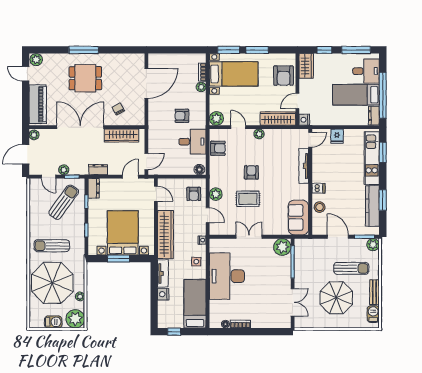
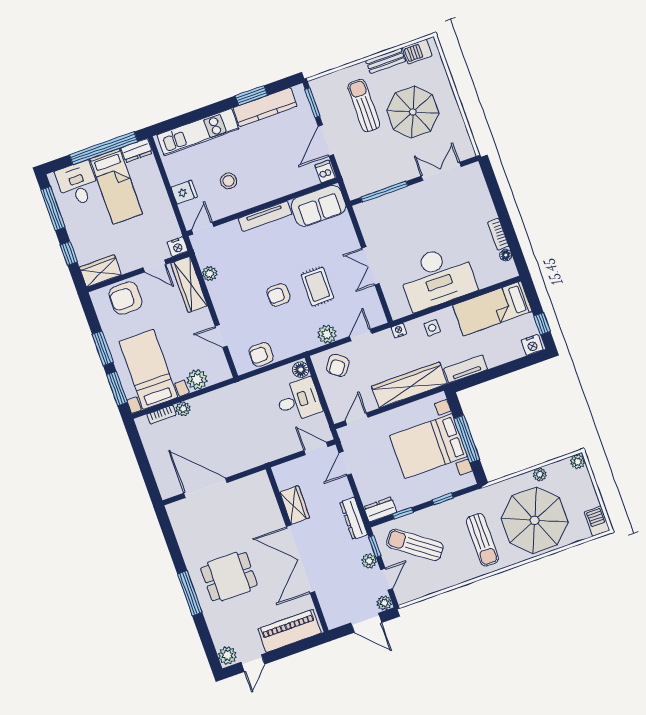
armchair: (284, 76) -> (126, 298), turned 180
dining table: (85, 78) -> (229, 577), turned 90
chair: (118, 109) -> (256, 515), removed
armchair: (182, 116) -> (233, 421), removed
plant: (216, 118) -> (197, 380), moved
door: (238, 127) -> (221, 336), hinge flipped
plant: (259, 134) -> (210, 274), moved
plant: (34, 135) -> (384, 603), moved
wardrobe: (121, 136) -> (295, 505), width x0.67
door: (310, 140) -> (203, 228), hinge flipped
desk: (193, 142) -> (298, 400), moved, turned 90
armchair: (218, 148) -> (261, 354), turned -90
window: (383, 152) -> (184, 120), removed
tv unit: (304, 166) -> (265, 216), moved
dresser: (98, 170) -> (354, 518), width x1.44
door: (130, 177) -> (345, 463), hinge flipped
dishwasher: (318, 188) -> (325, 172), moved
armchair: (194, 194) -> (338, 365), turned 127
stool: (320, 207) -> (229, 181), moved
plant: (373, 245) -> (319, 87), removed
plant: (282, 247) -> (368, 214), removed
window: (119, 259) -> (467, 439), width x1.44
nightstand: (163, 294) -> (532, 345), moved
plant: (75, 319) -> (578, 462), width x0.53, depth x0.53
barbecue: (53, 322) -> (597, 521), moved

